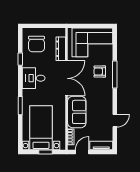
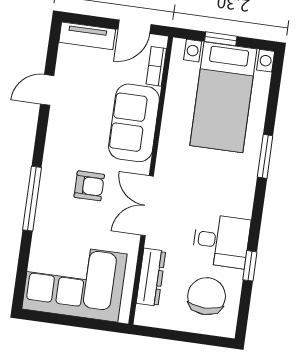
armchair: (100, 72) -> (89, 186), moved
desk: (34, 78) -> (221, 241), moved
double door: (66, 78) -> (147, 206), width x0.73

